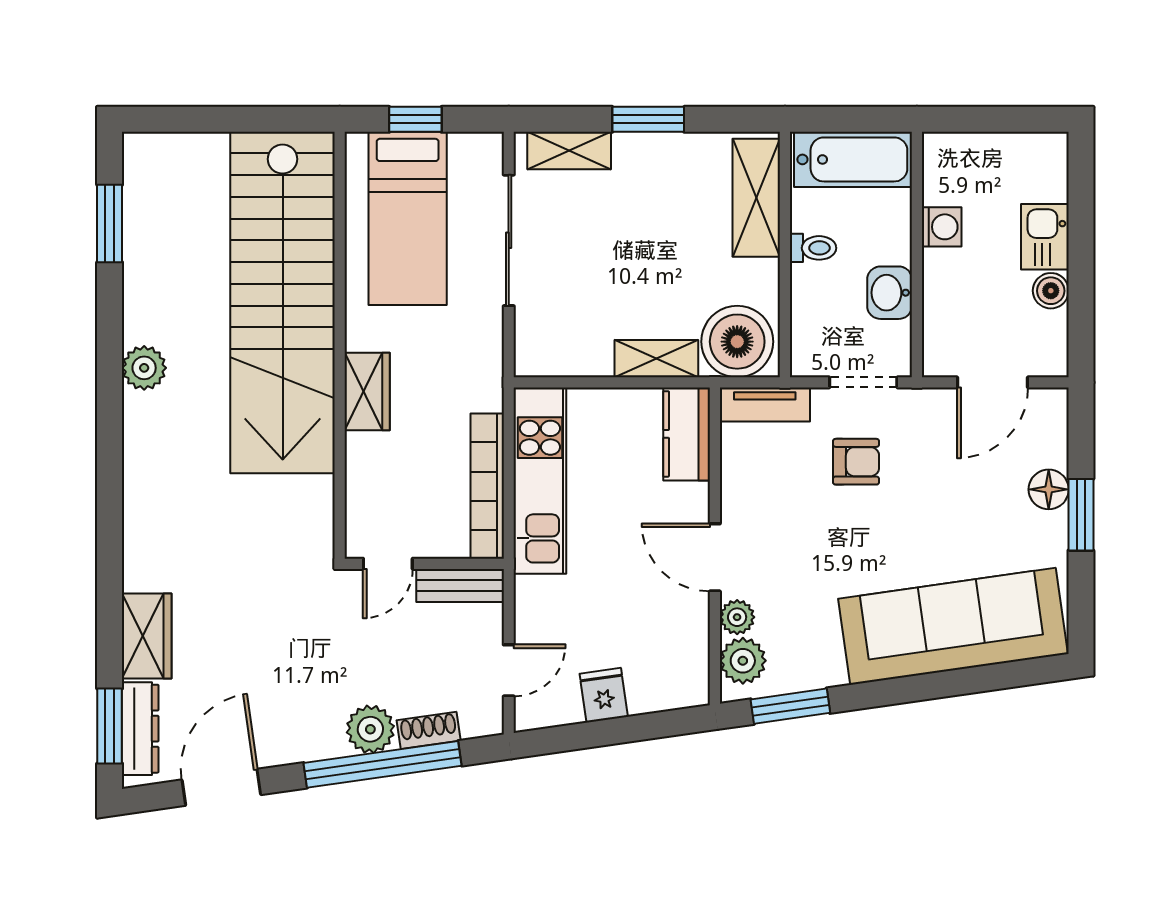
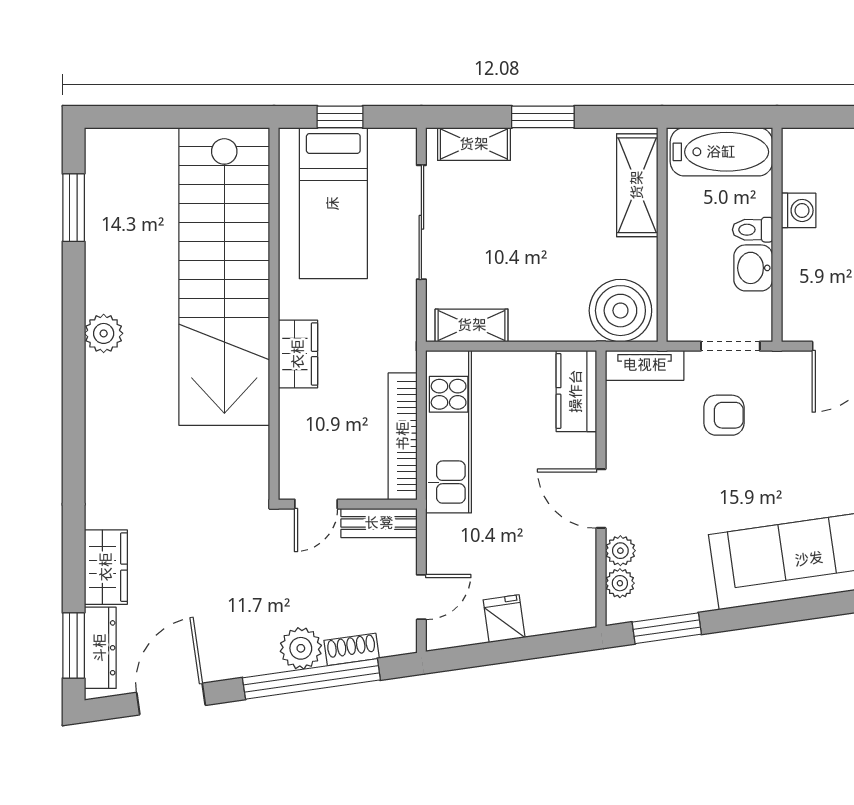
toilet: (813, 248) -> (753, 230), moved, turned 180
shelving: (656, 359) -> (472, 325), moved
plant: (743, 661) -> (620, 583), width x0.73, depth x0.73

